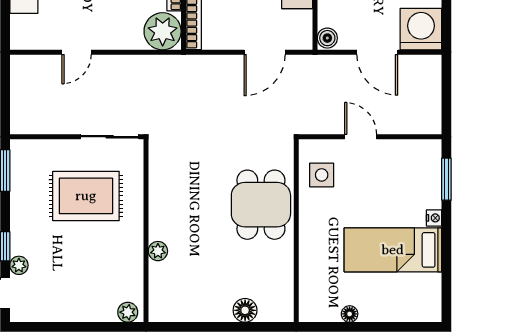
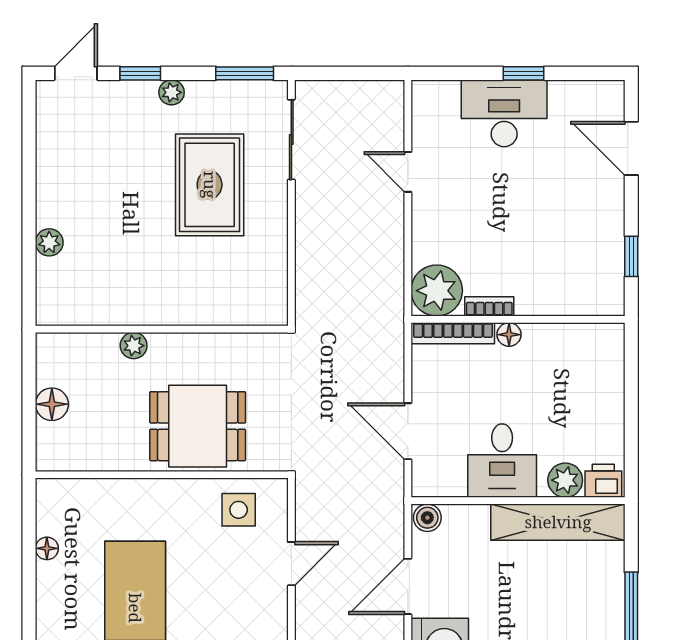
sliding door: (110, 137) -> (291, 140), moved
wall: (146, 231) -> (162, 329), moved
plant: (158, 251) -> (134, 346), moved
plant: (19, 265) -> (172, 92), moved

